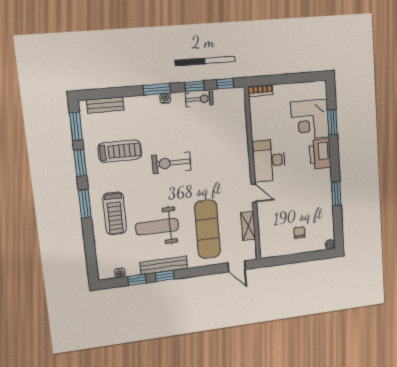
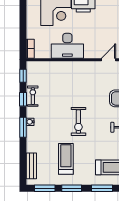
desk: (269, 161) -> (67, 46), moved

